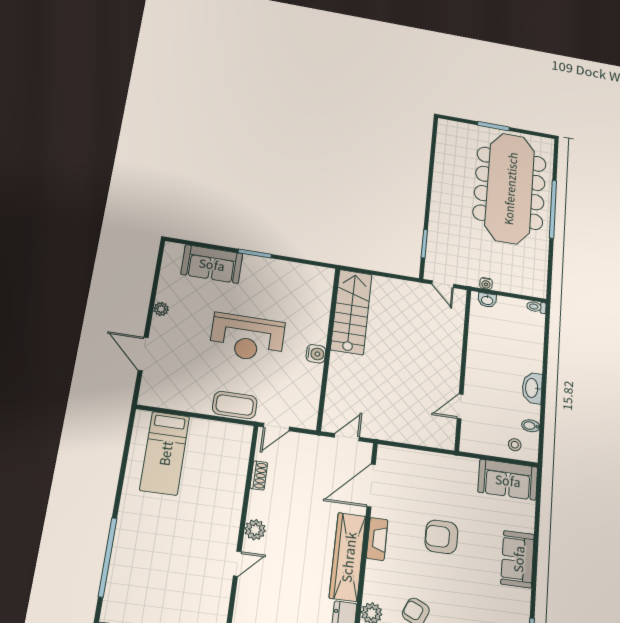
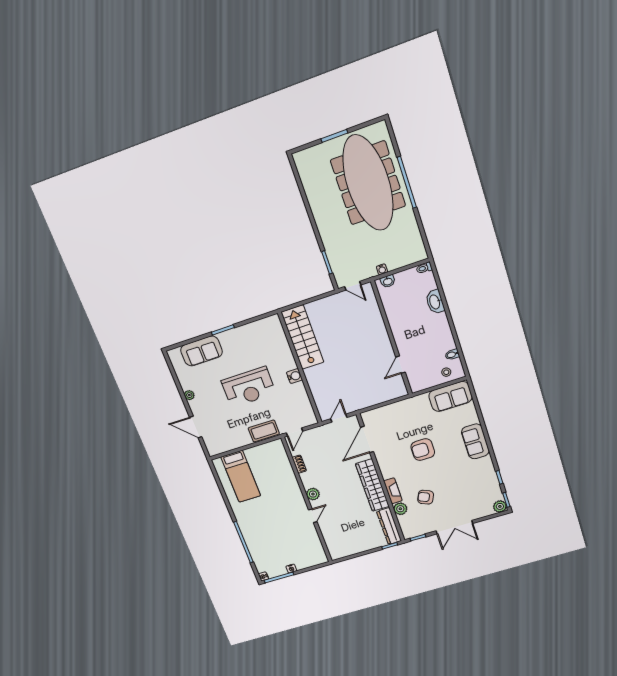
washbasin: (532, 388) -> (435, 302), moved
fireplace: (377, 539) -> (393, 491), moved

